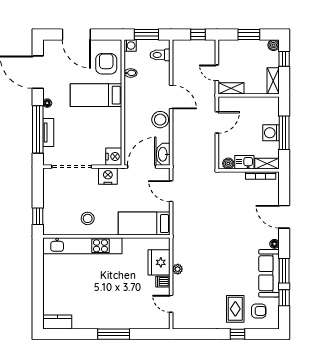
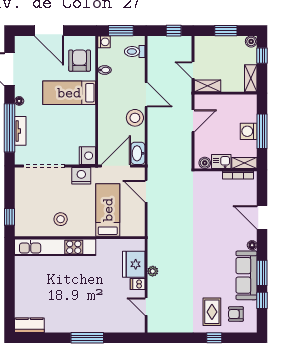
bed: (144, 224) -> (108, 210), moved, turned 90
armchair: (259, 311) -> (236, 314), turned 180

